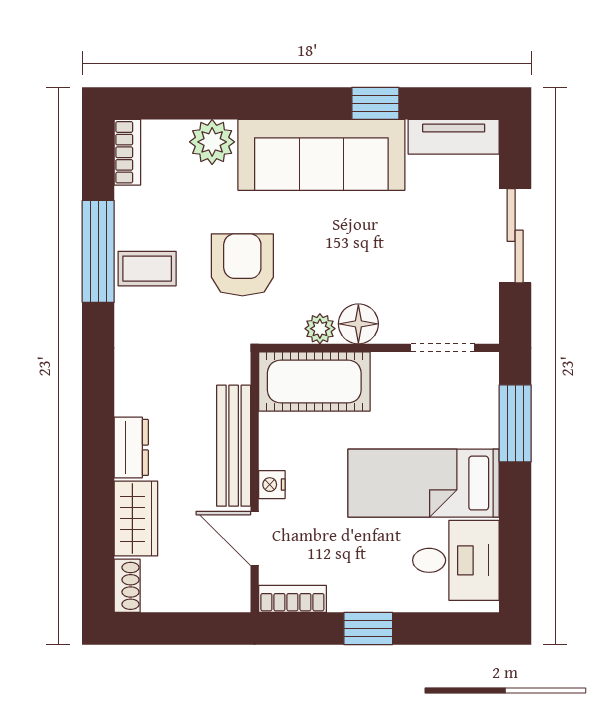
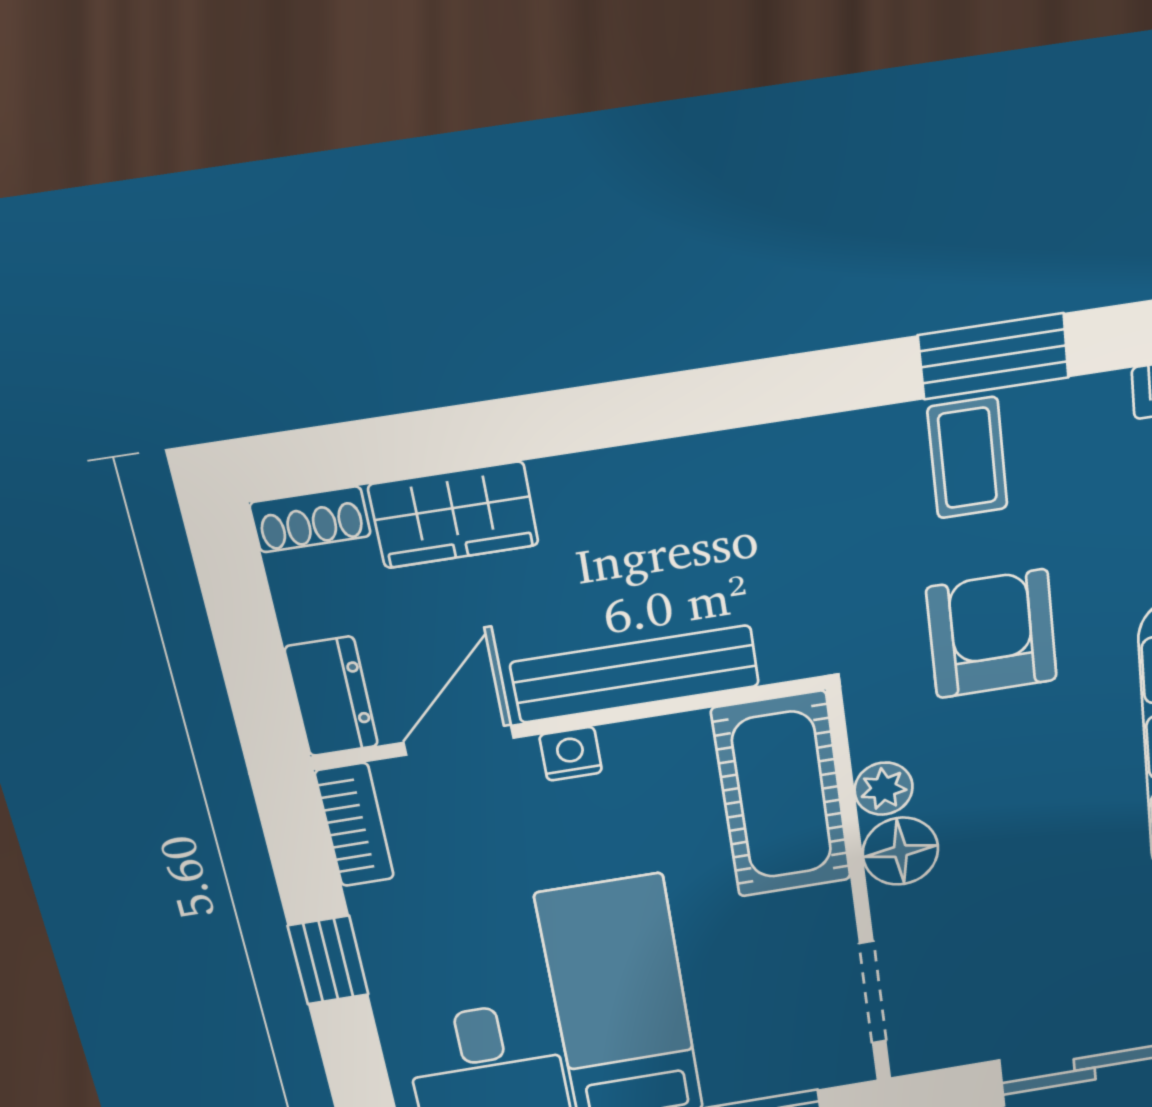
window: (98, 251) -> (994, 356), width x0.69
armchair: (242, 265) -> (992, 634), turned -90
dresser: (131, 447) -> (332, 697), moved, turned -90

